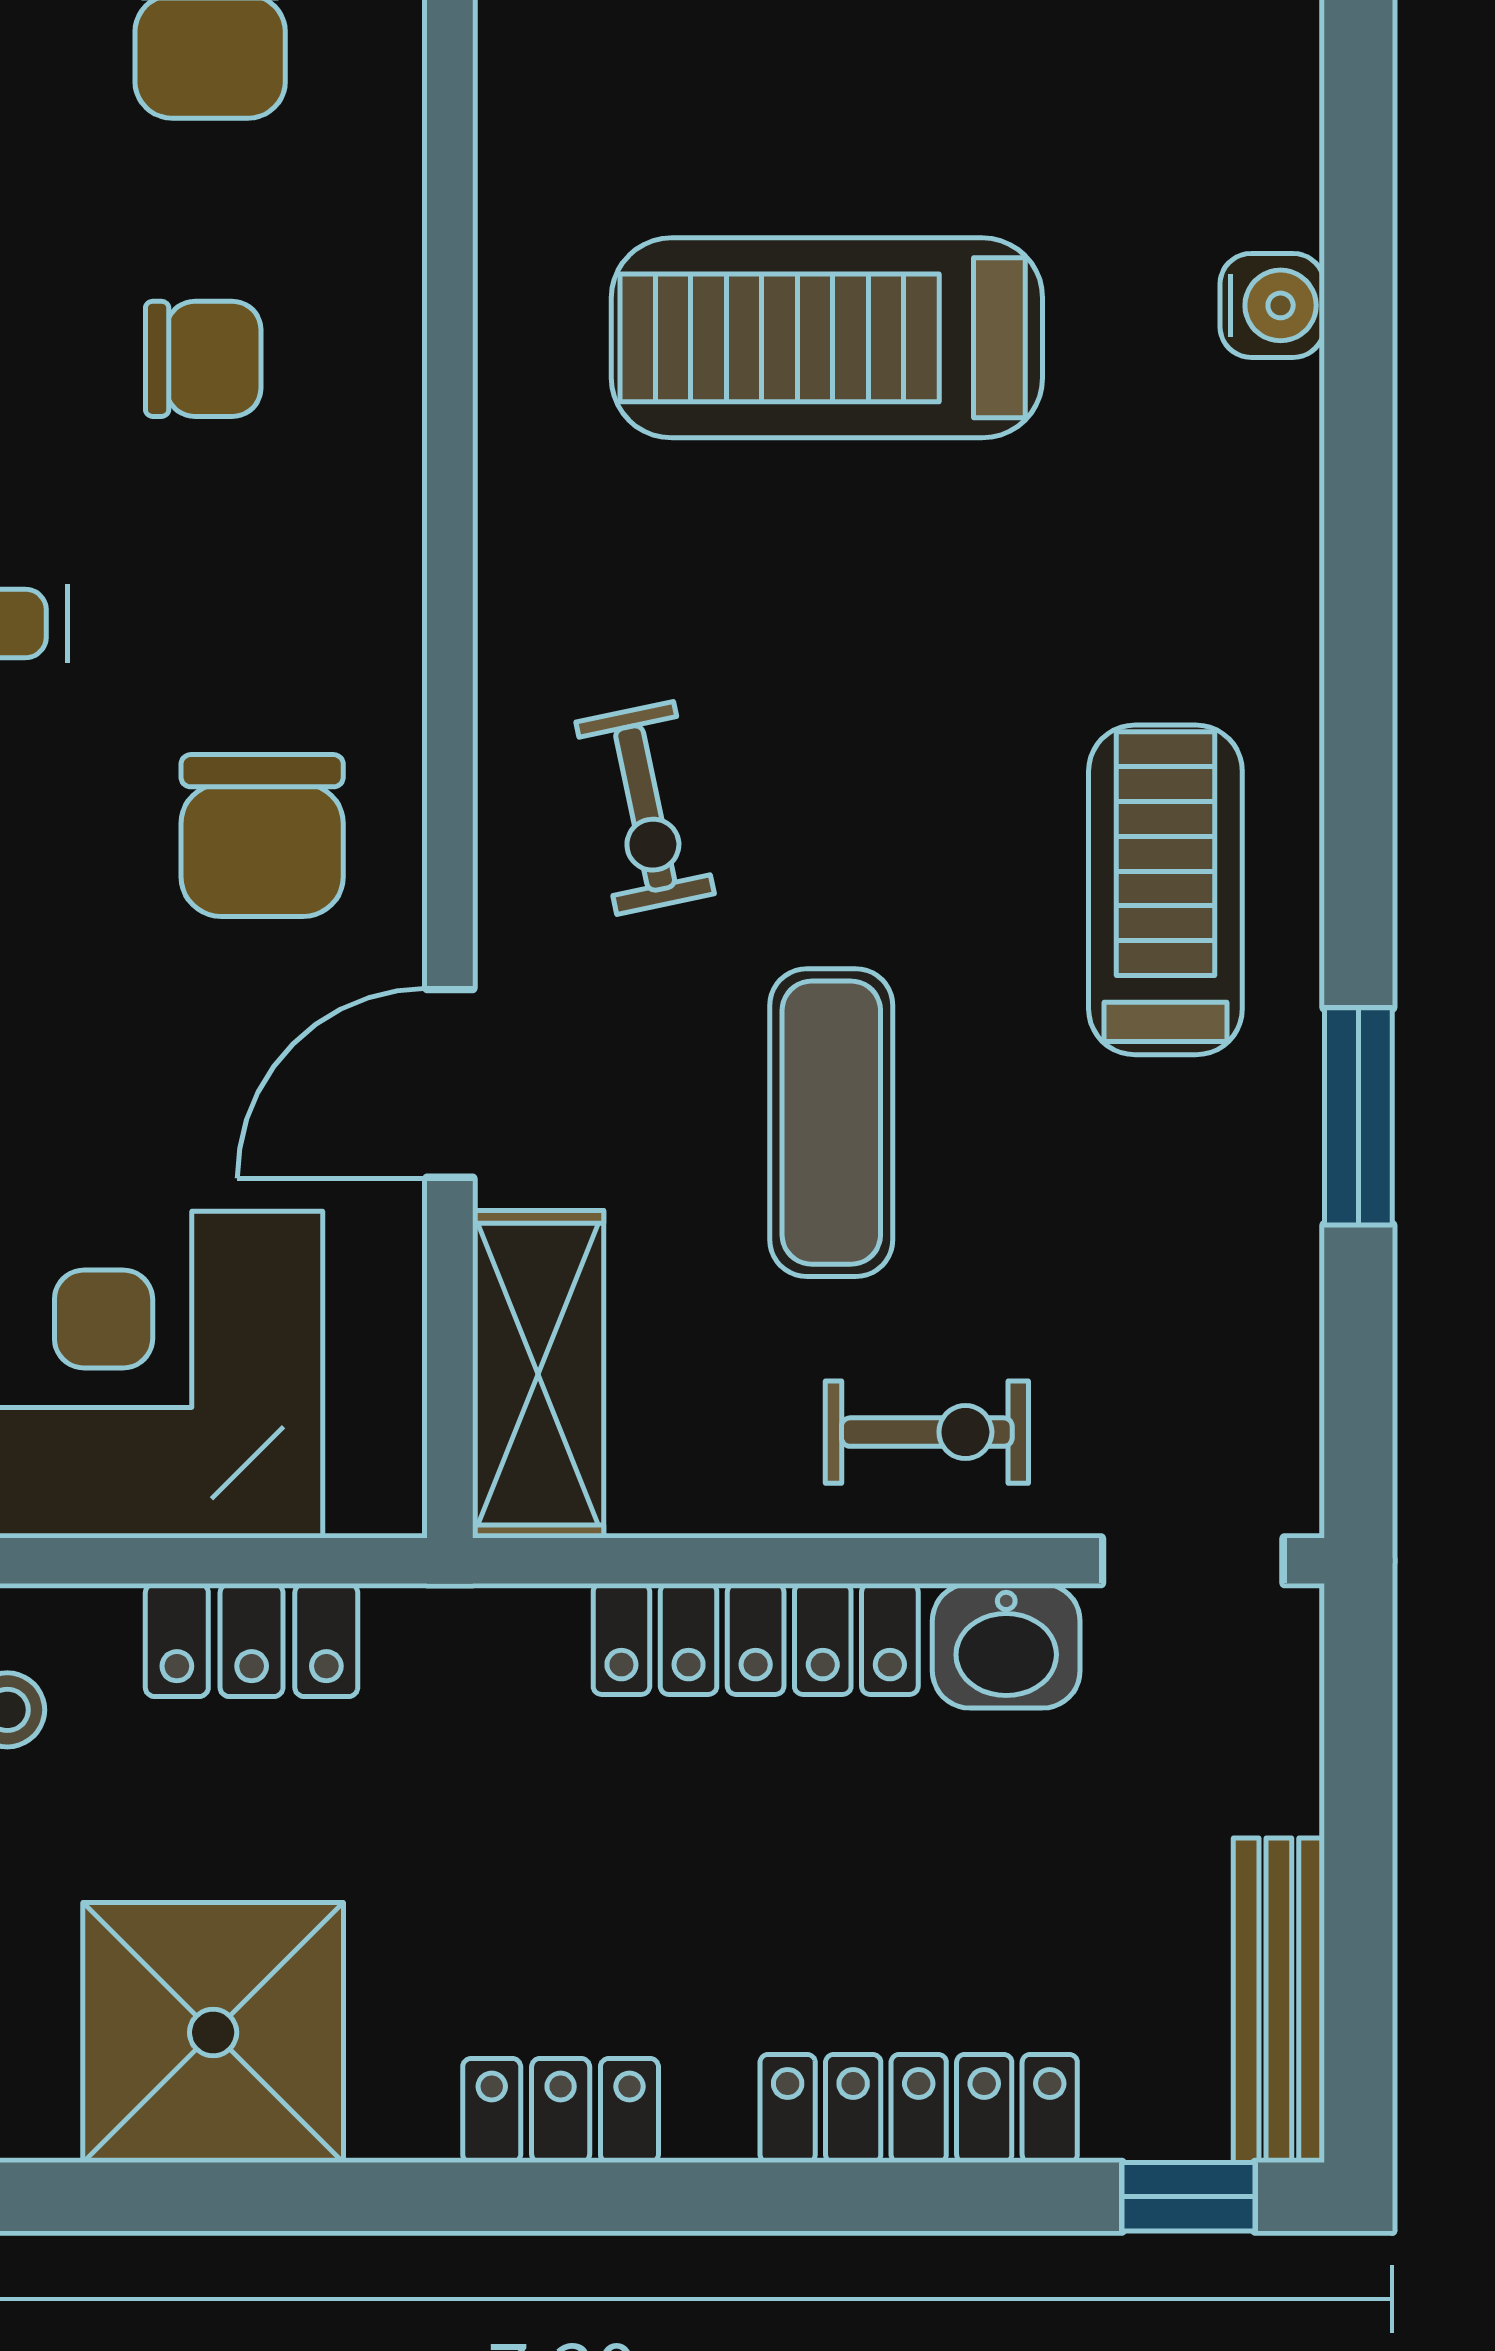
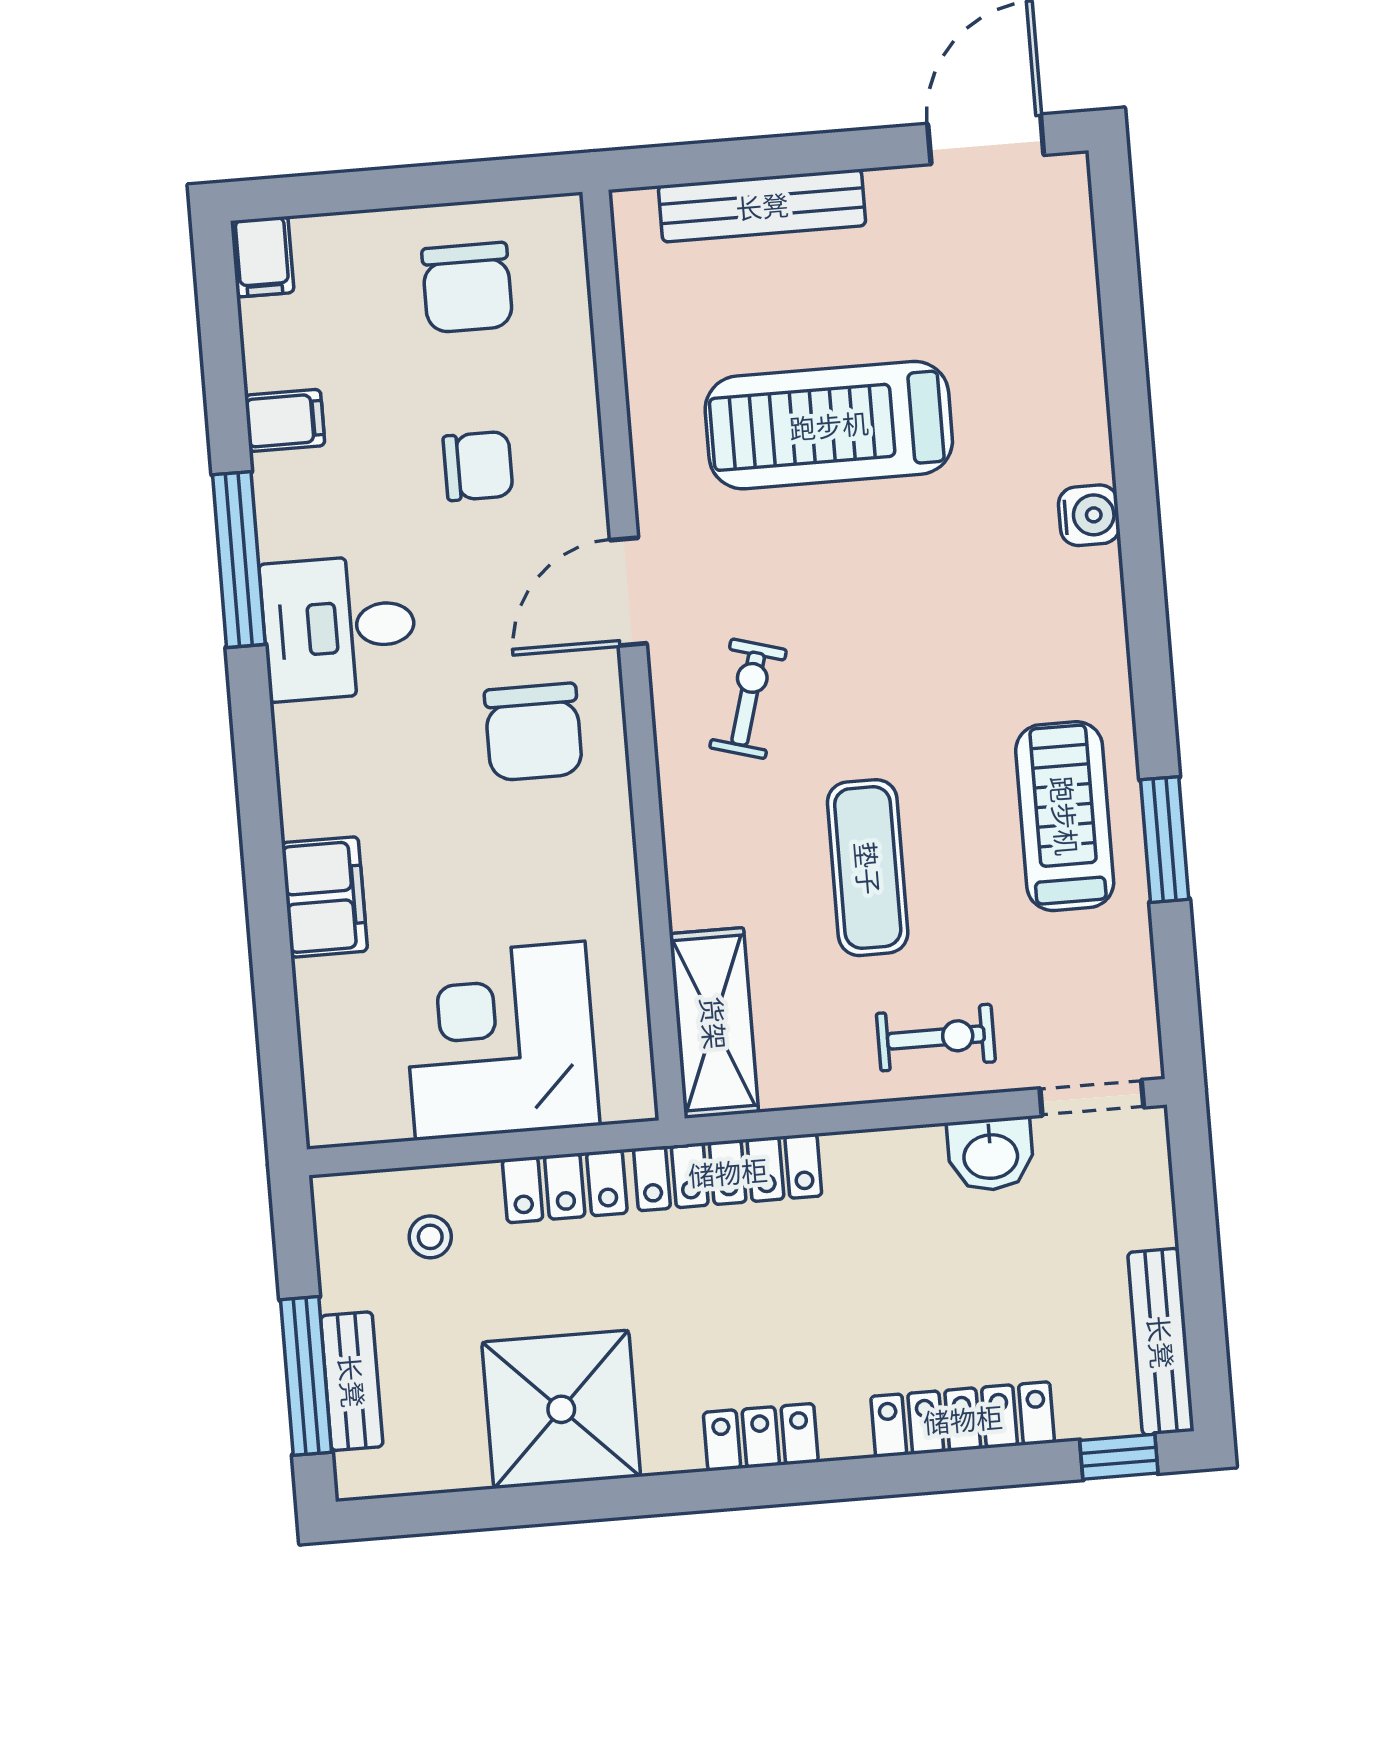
water cooler: (1272, 305) -> (1089, 515), moved
exercise bike: (645, 808) -> (748, 699), turned -152
treadmill: (1165, 890) -> (1065, 816), moved
door: (450, 1083) -> (628, 592), moved
locker: (756, 1639) -> (728, 1172), moved

